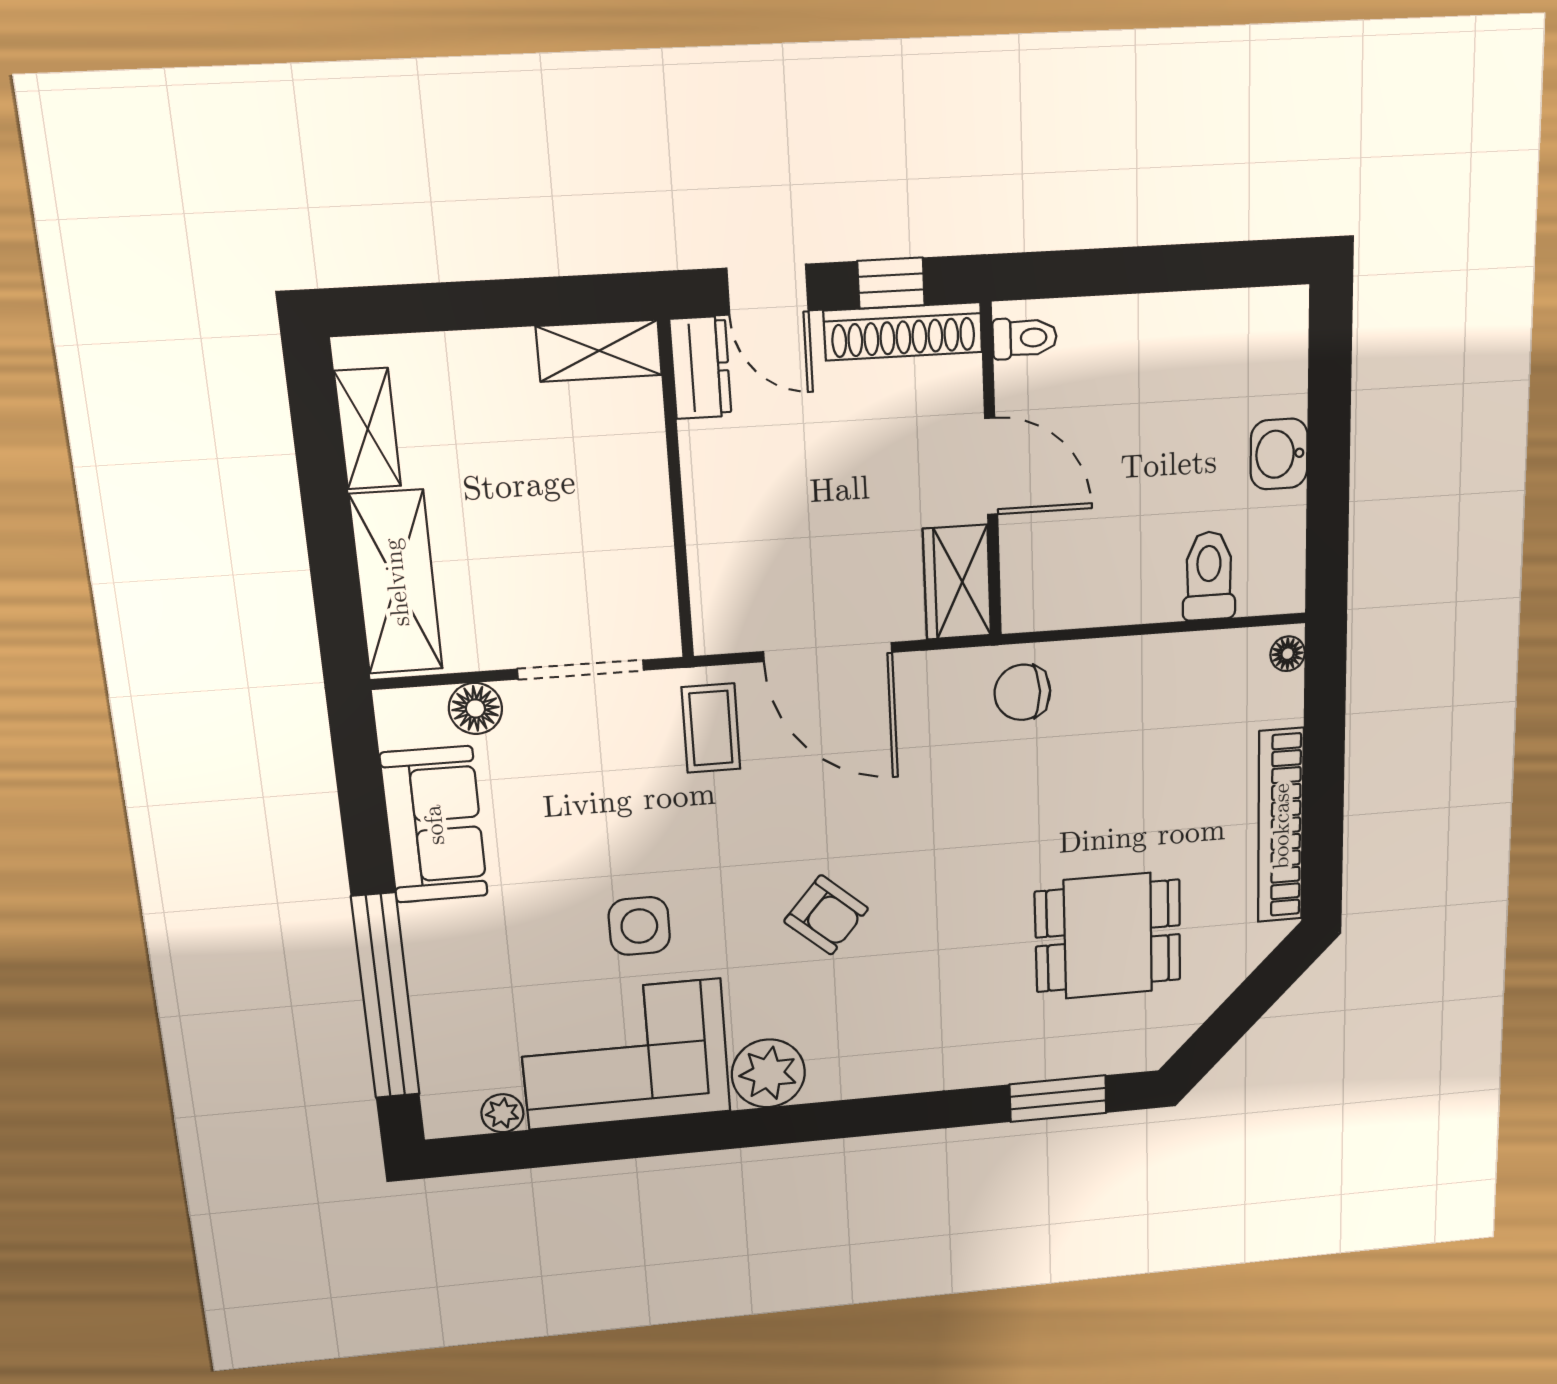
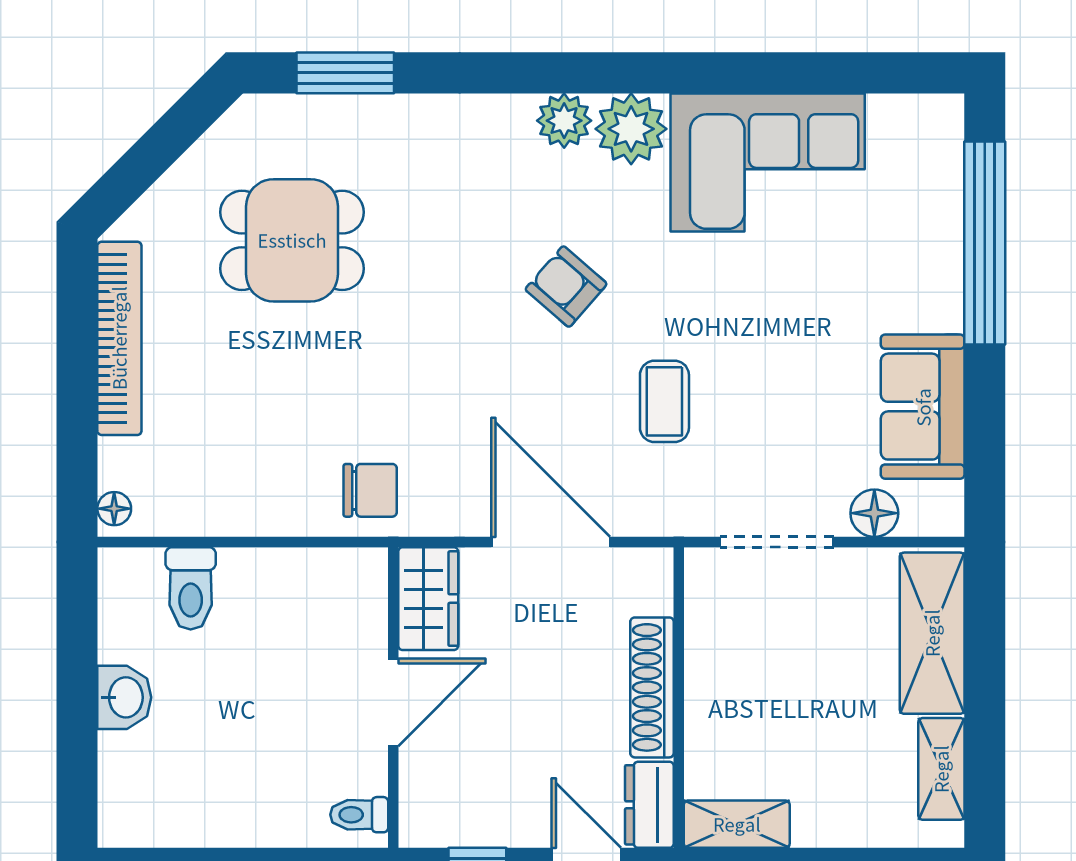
shoe rack: (903, 331) -> (652, 687), moved, turned -90
door: (991, 467) -> (393, 702), swing flipped
coffee table: (711, 728) -> (664, 401), moved
side table: (639, 926) -> (743, 291), removed
plant: (502, 1113) -> (564, 121), moved, width x1.38, depth x1.38

